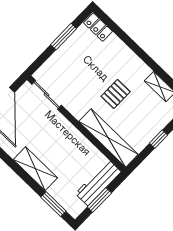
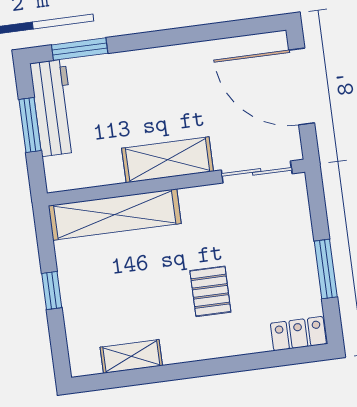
pallet: (116, 94) -> (210, 291), moved
shelving: (35, 169) -> (168, 160), moved
workbench: (98, 183) -> (53, 108), moved

